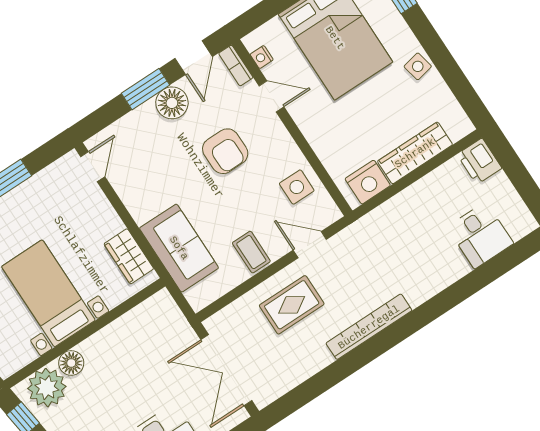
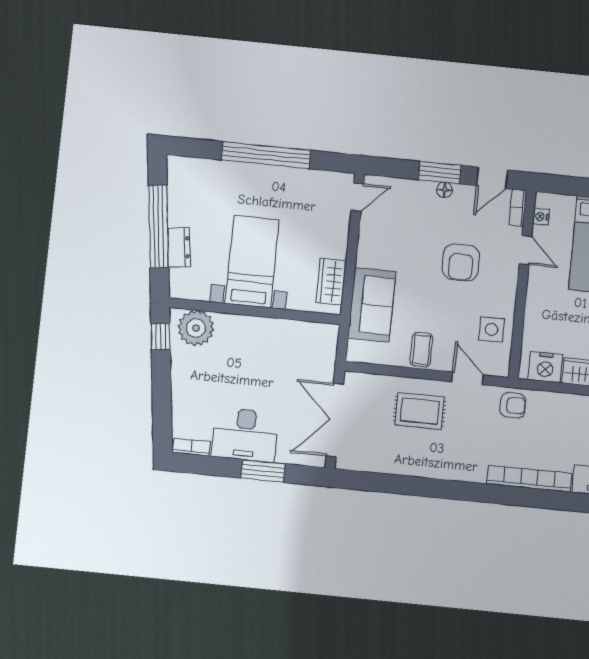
floor lamp: (172, 103) -> (444, 190), width x0.53, depth x0.53
armchair: (366, 237) -> (513, 405), added
bookcase: (369, 327) -> (529, 479), moved
floor lamp: (71, 363) -> (228, 325), removed

